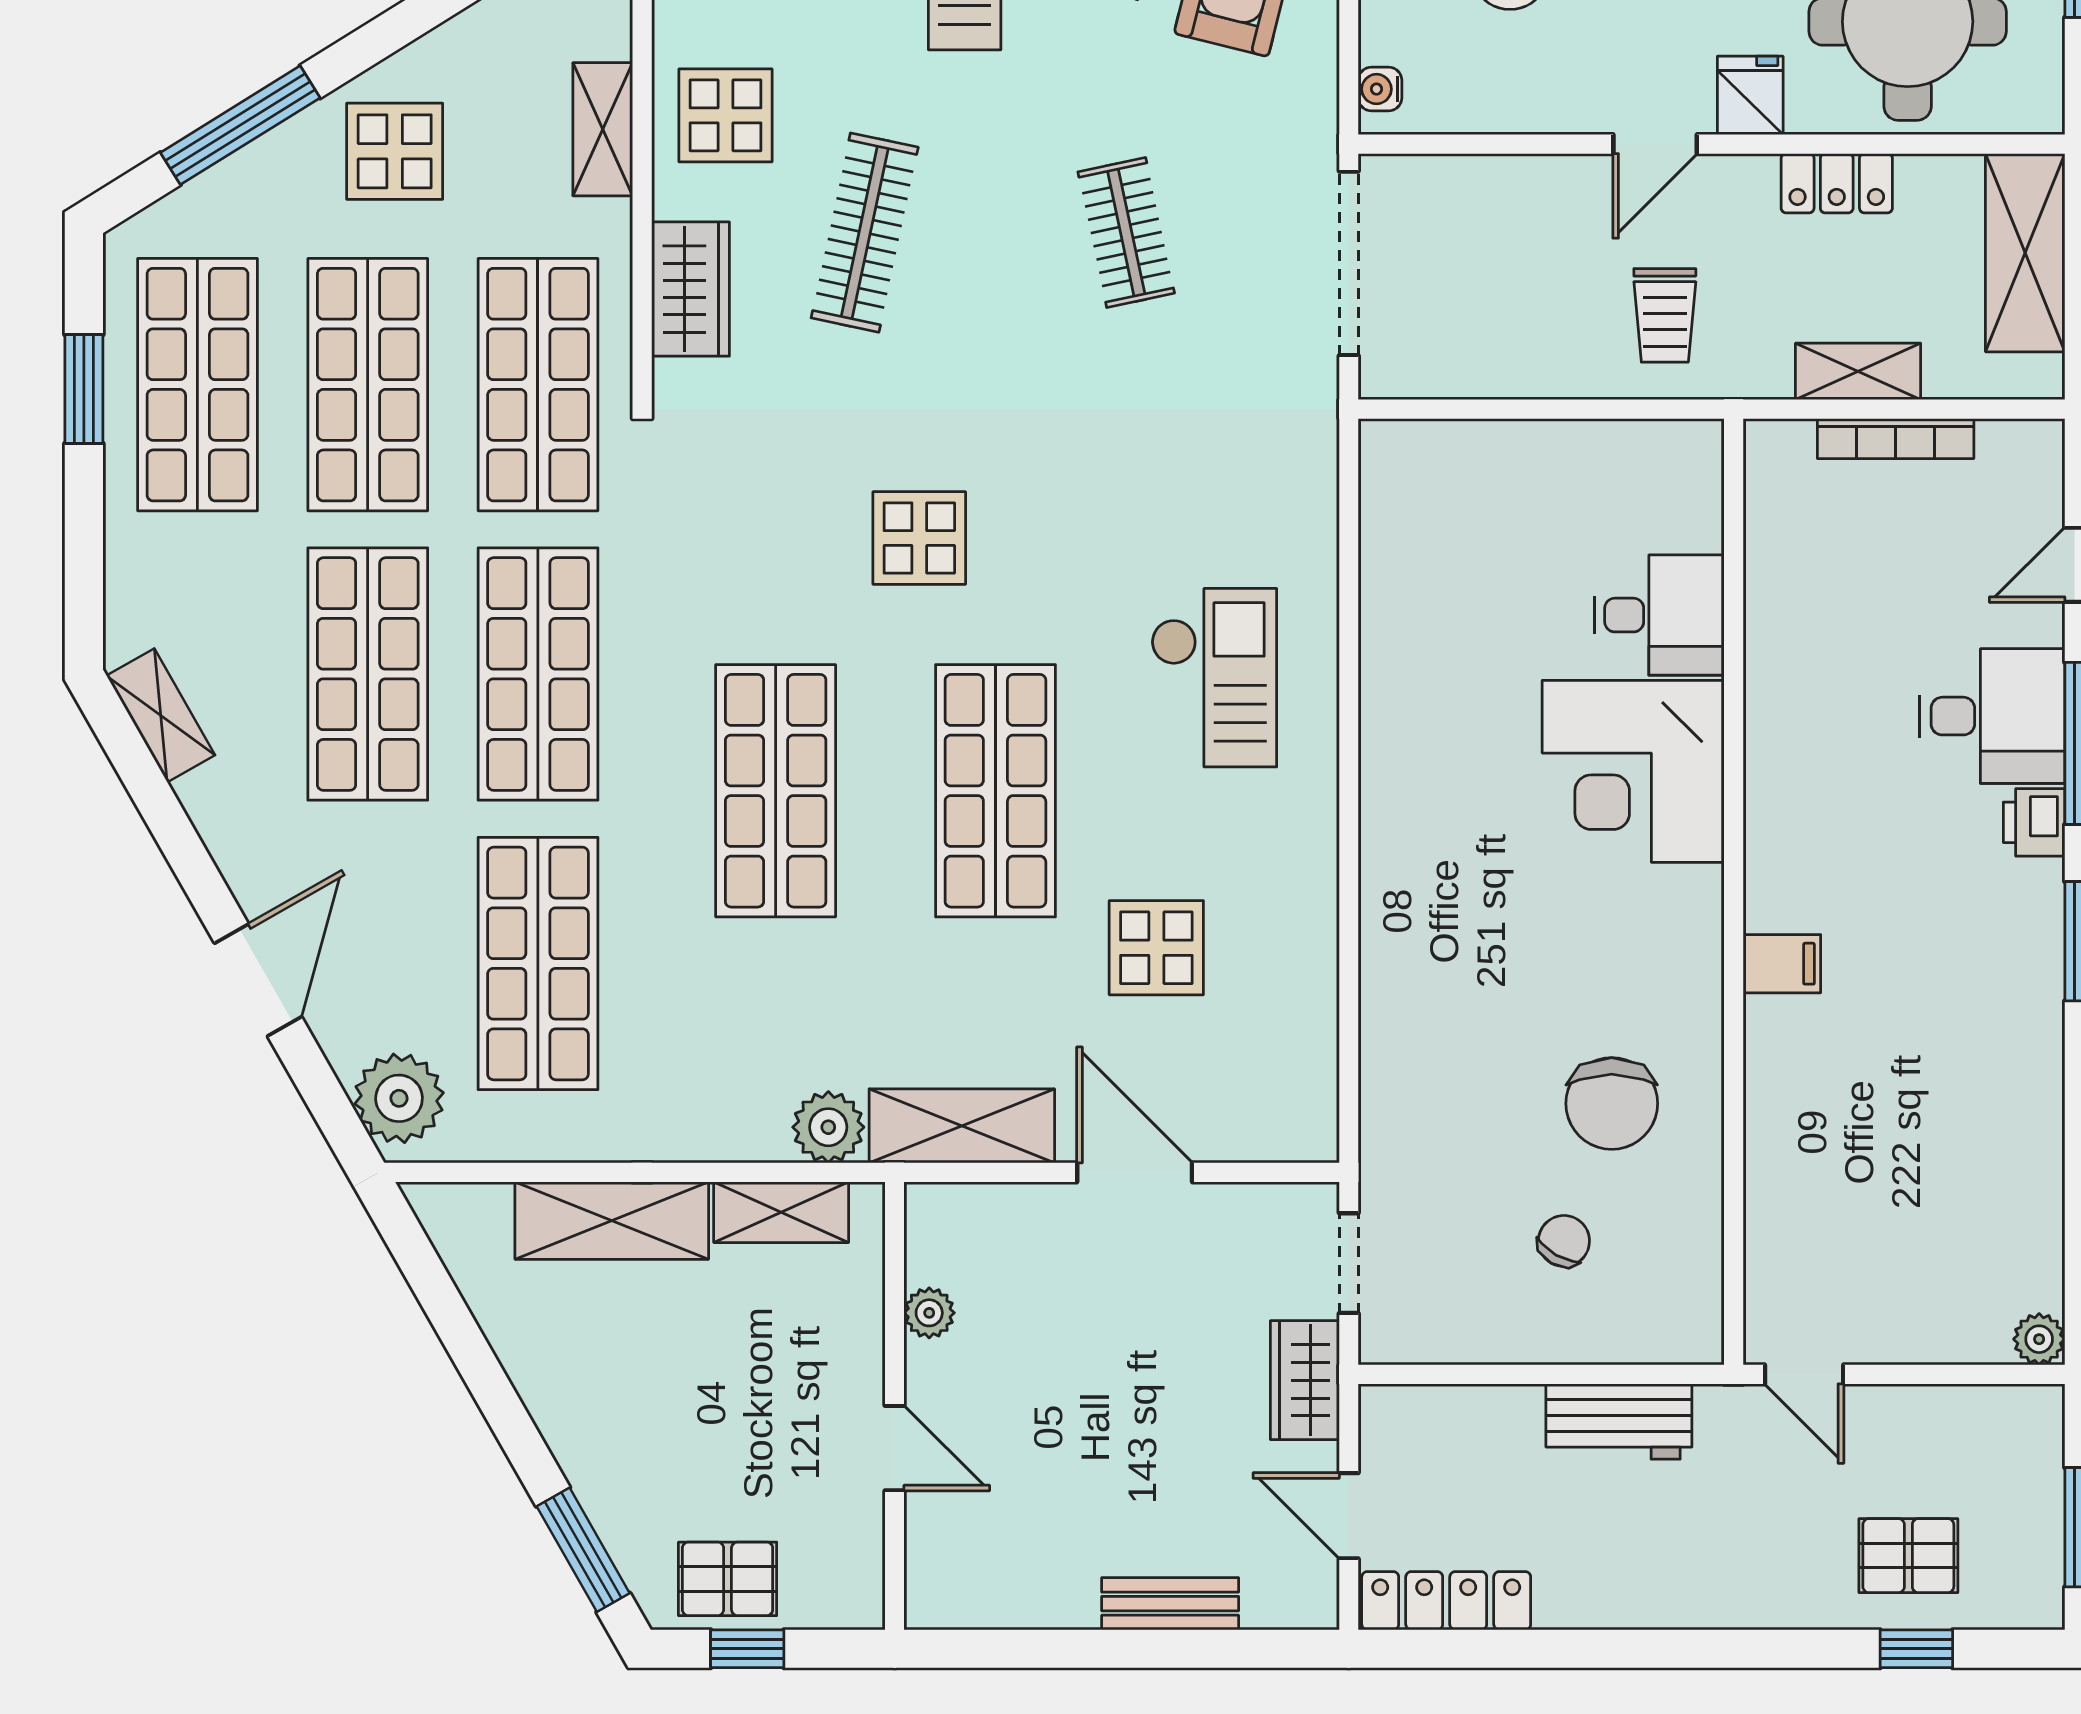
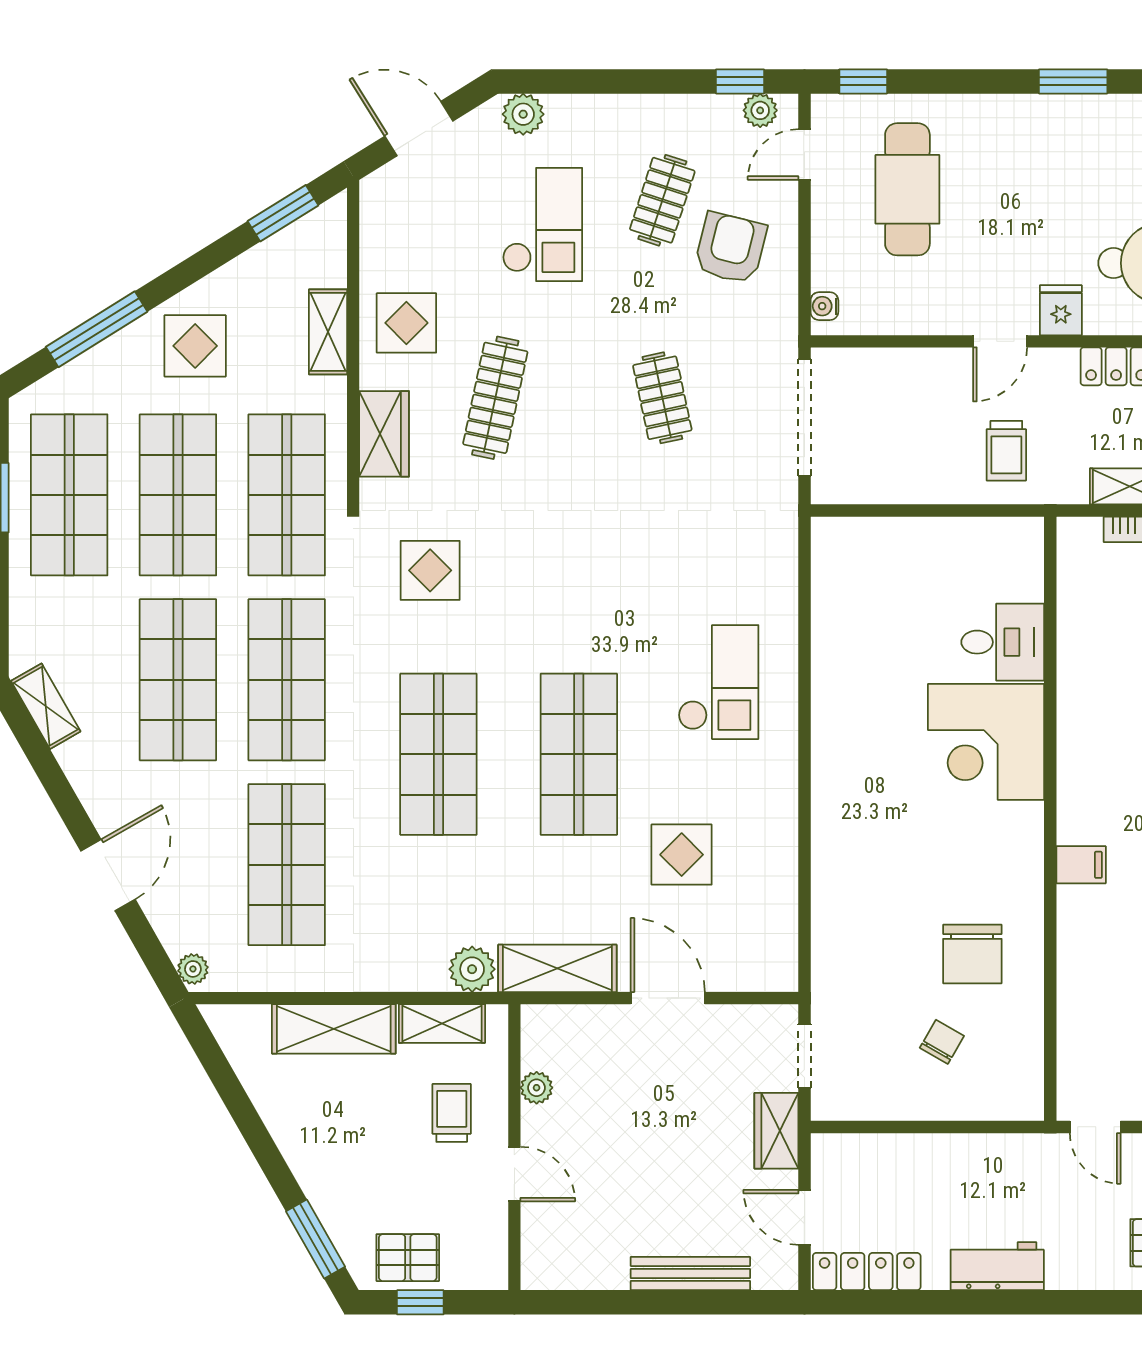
display table: (919, 538) -> (430, 570), moved
plant: (399, 1098) -> (193, 969), width x0.53, depth x0.53
trolley: (796, 1352) -> (452, 1113), added
workbench: (1619, 1421) -> (997, 1266), moved, turned 180
bench: (1170, 1604) -> (690, 1273), width x1.36

